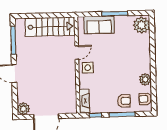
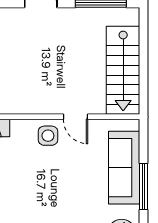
sofa: (99, 25) -> (124, 168), width x1.36

